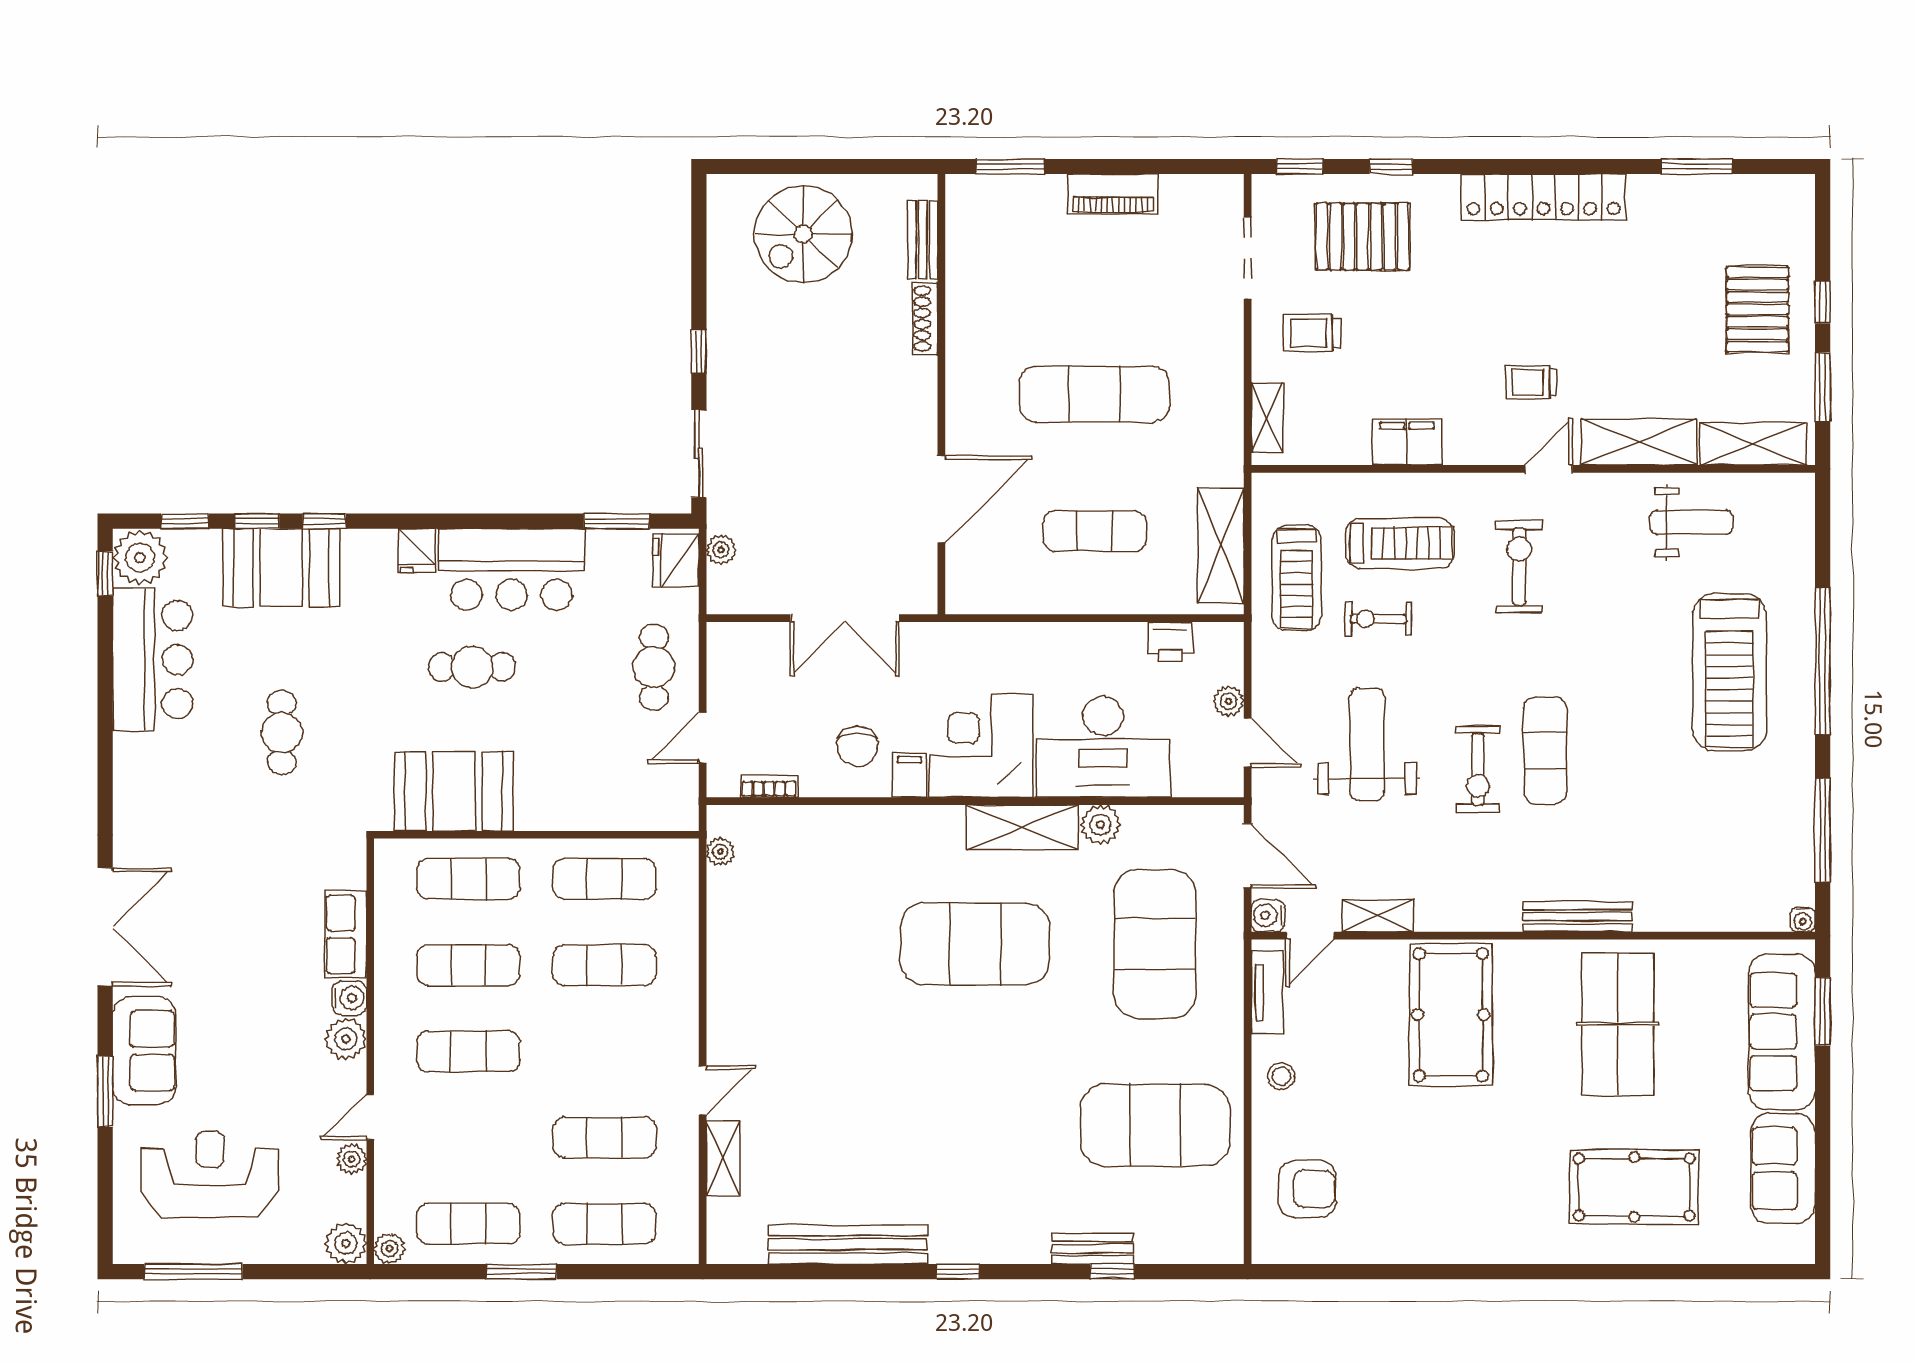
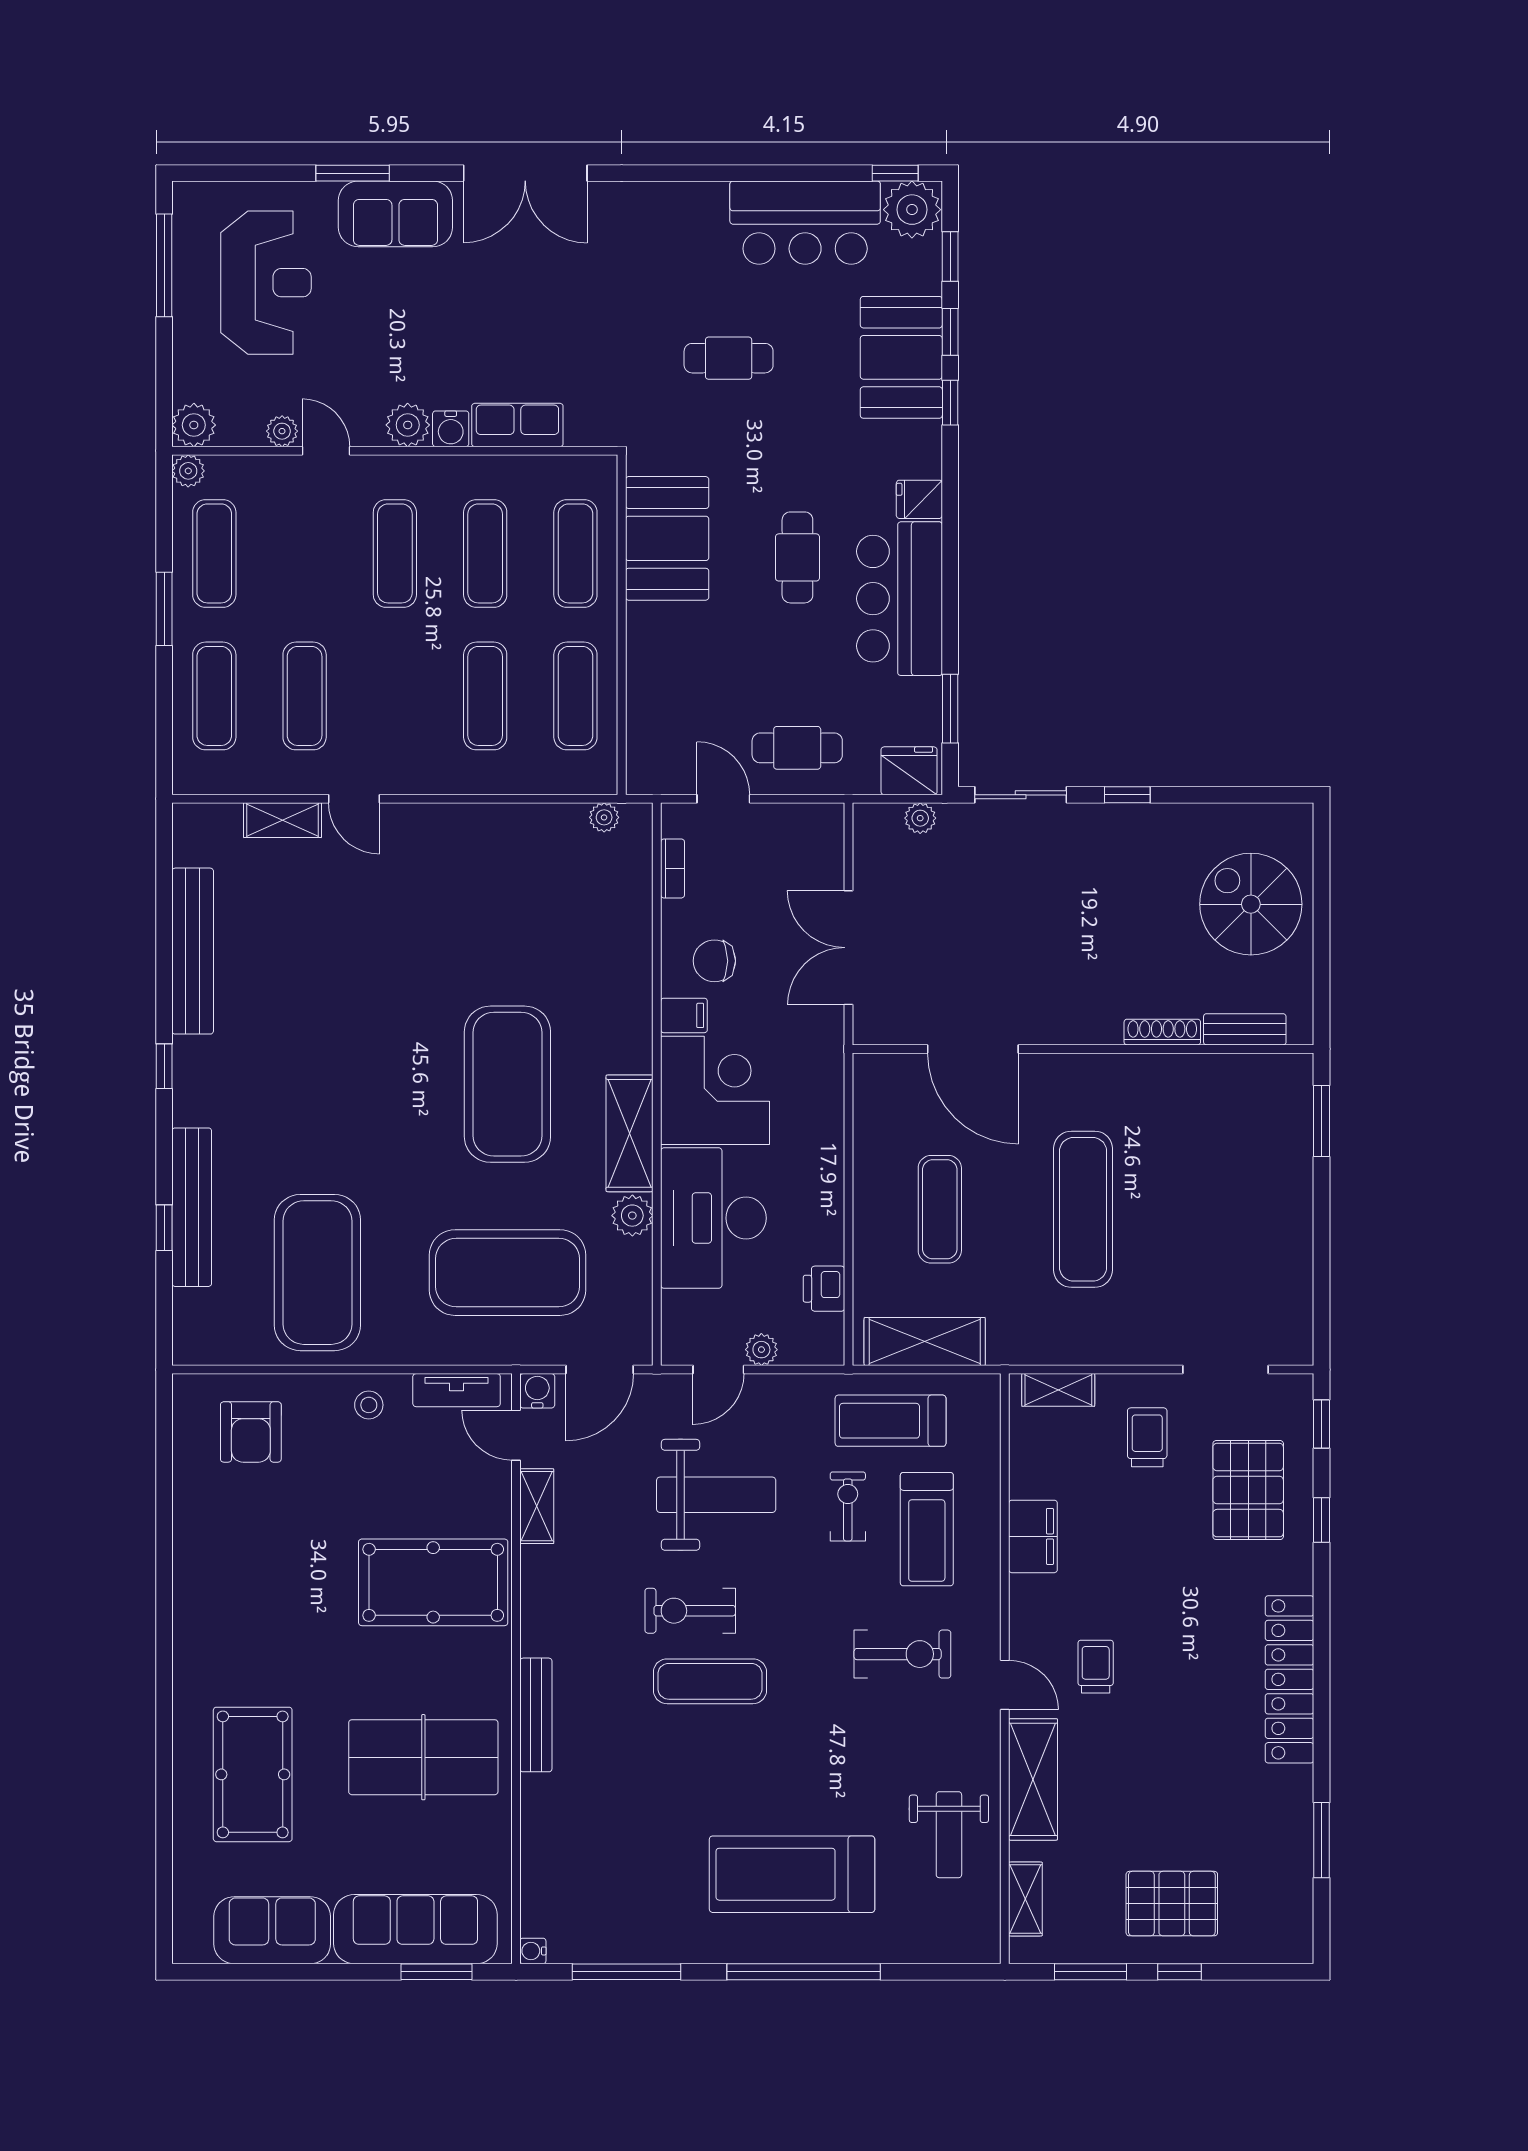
piano: (1113, 194) -> (1293, 1228), removed
shelving: (1753, 444) -> (1025, 1899), width x0.67, depth x0.75
bench: (1093, 1249) -> (192, 1207), width x1.86, depth x1.21

